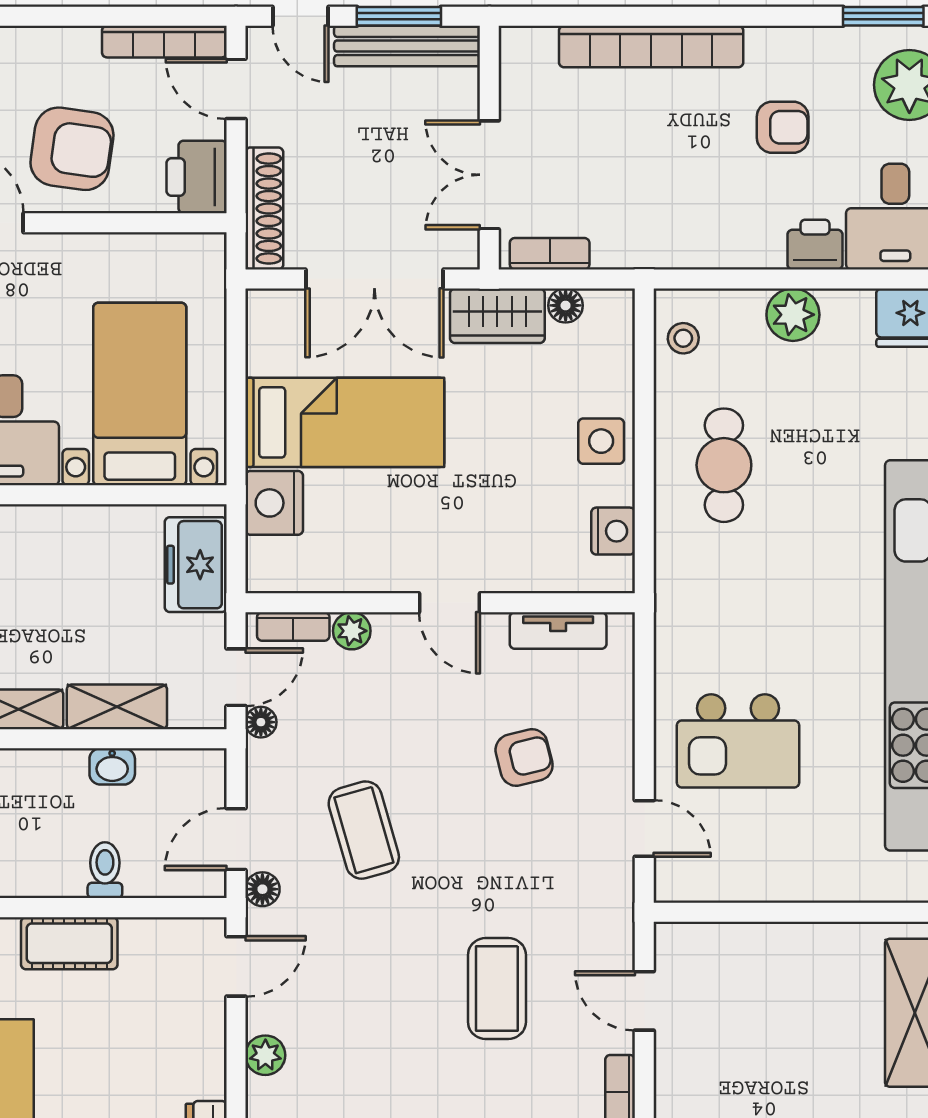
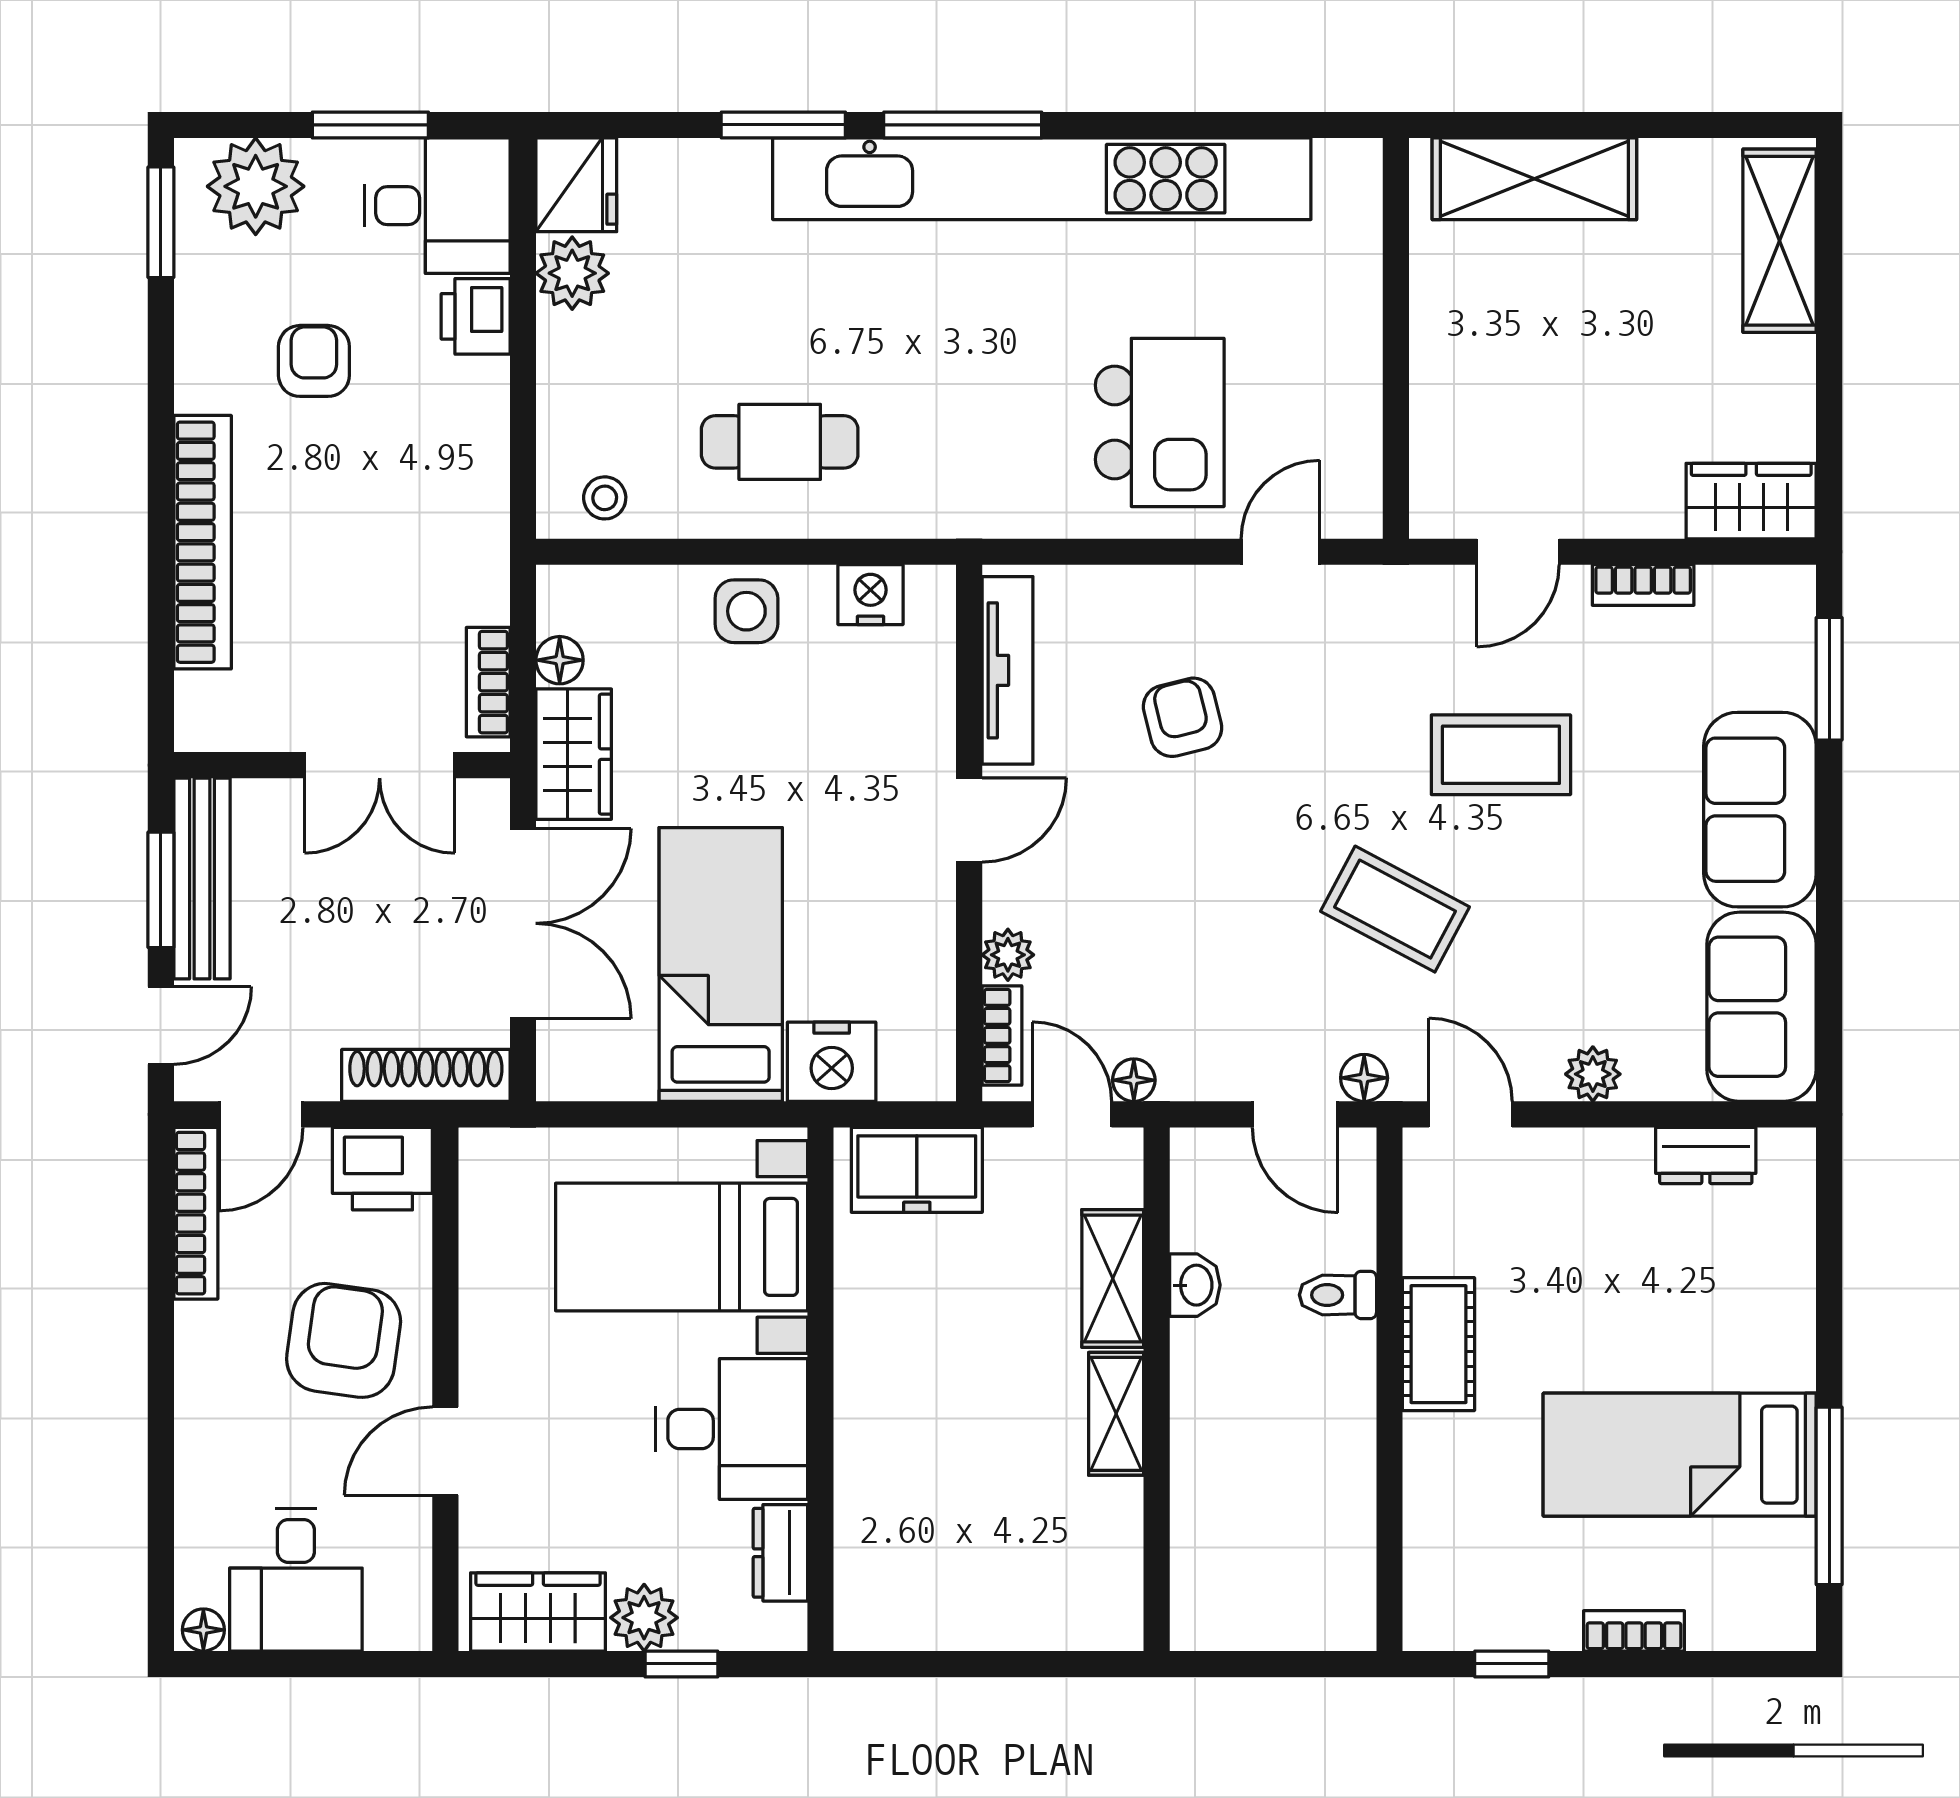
plant: (793, 315) -> (572, 273), moved
tv unit: (558, 630) -> (1008, 670), width x1.41
coffee table: (364, 830) -> (1395, 909), moved, turned 44

